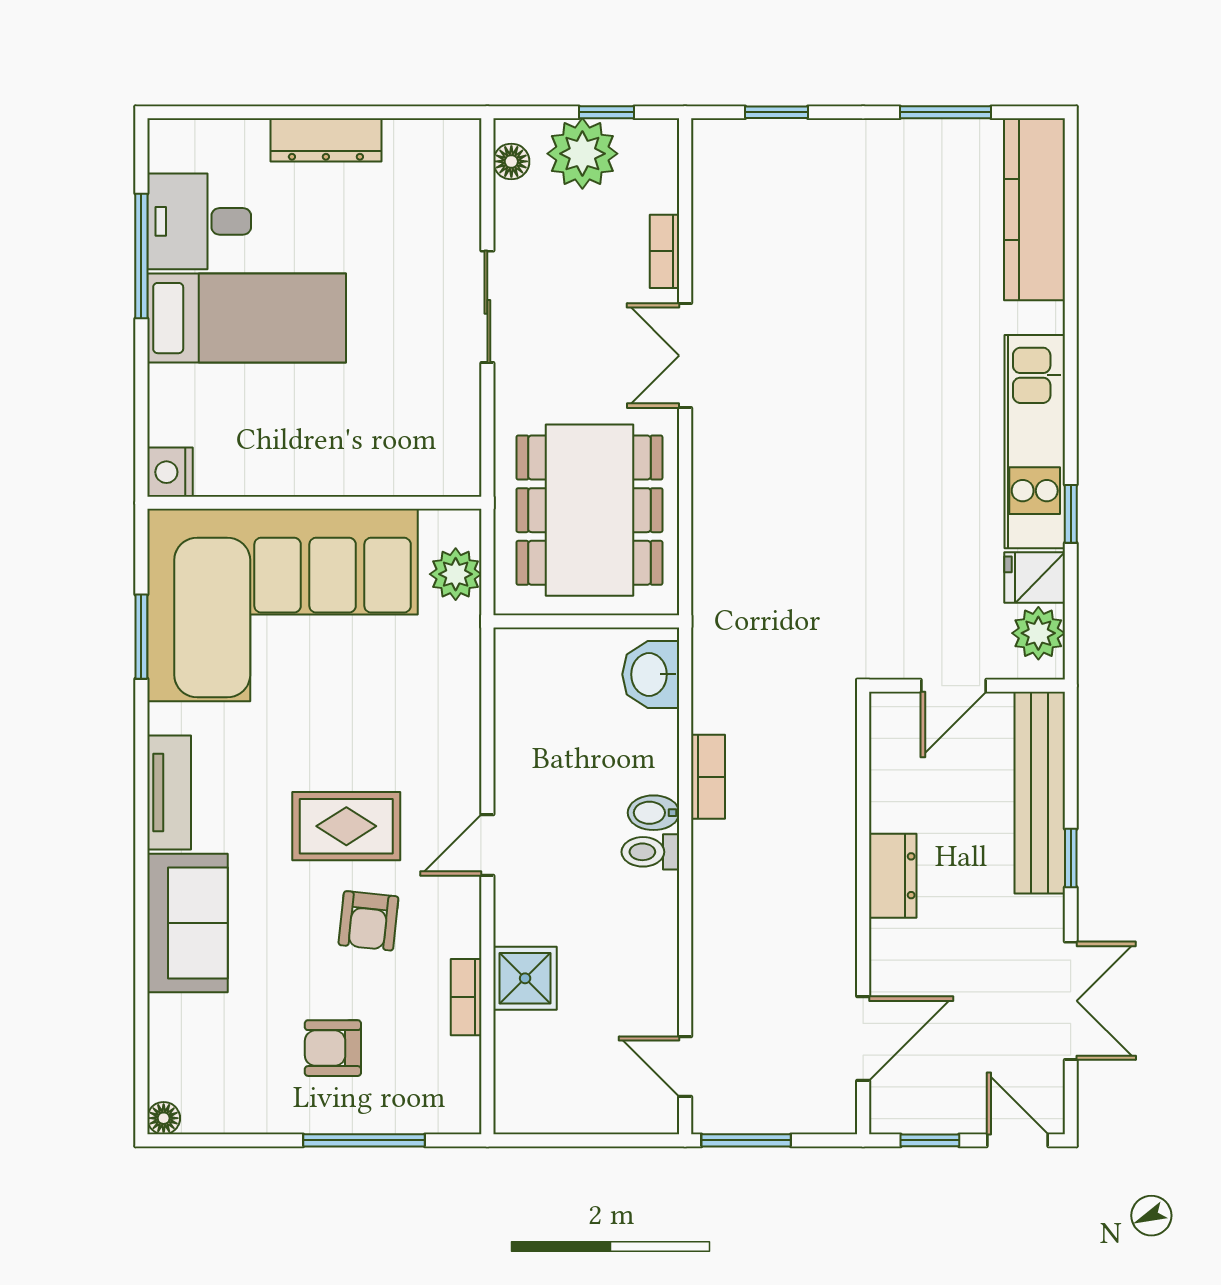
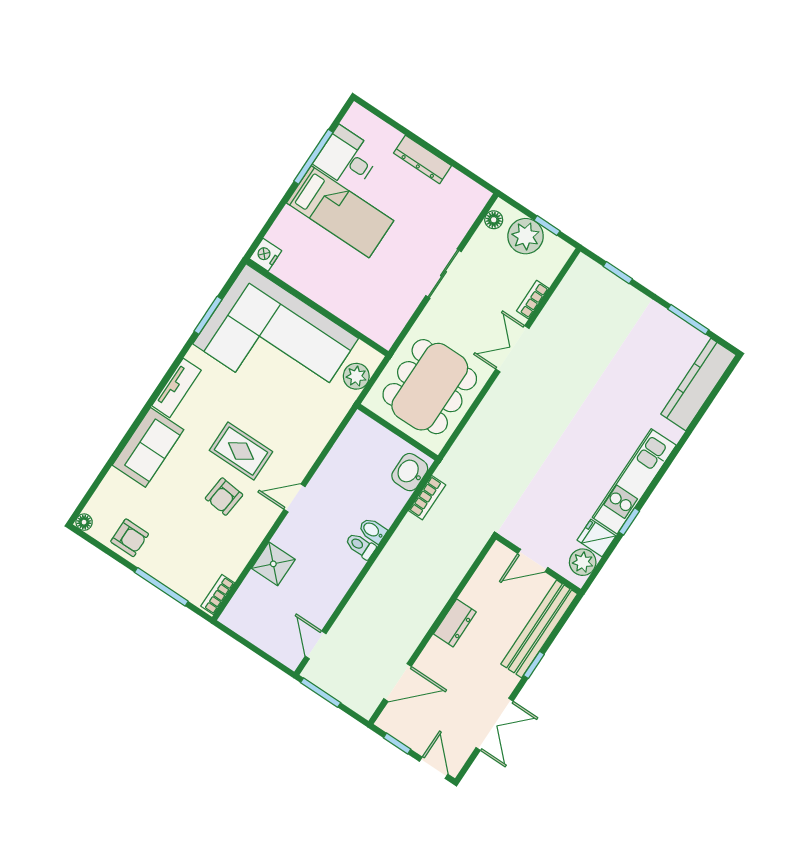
bookcase: (708, 777) -> (427, 498), moved
bookcase: (466, 997) -> (218, 594), moved
armchair: (333, 1048) -> (130, 538), moved, turned 180

